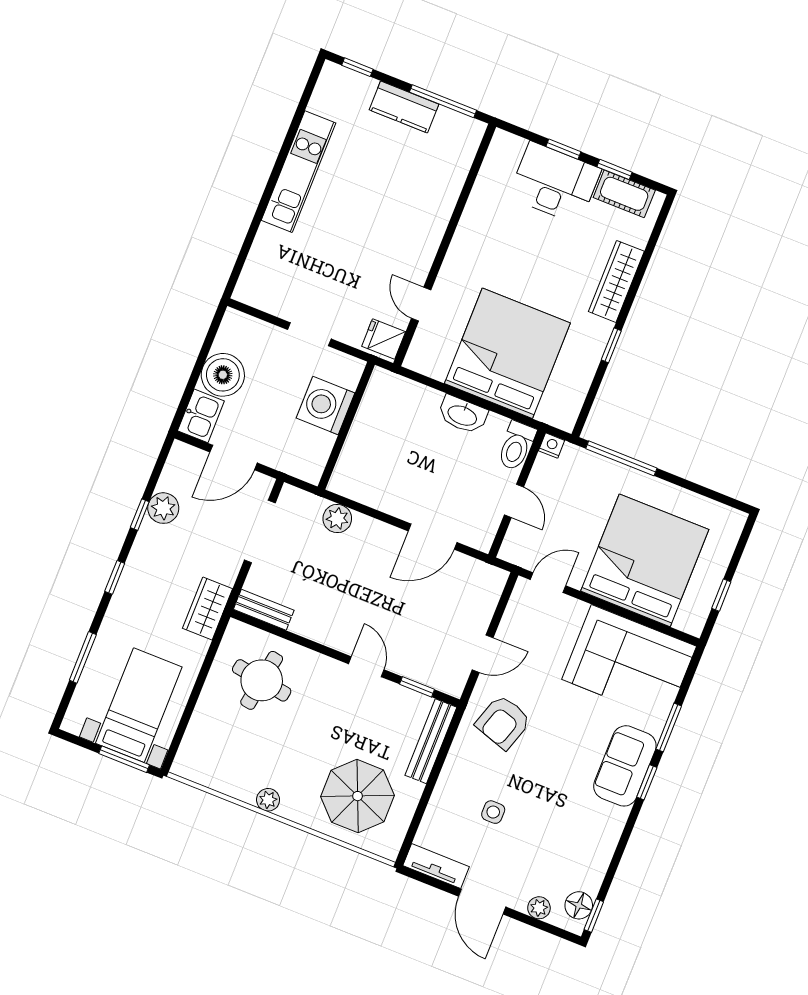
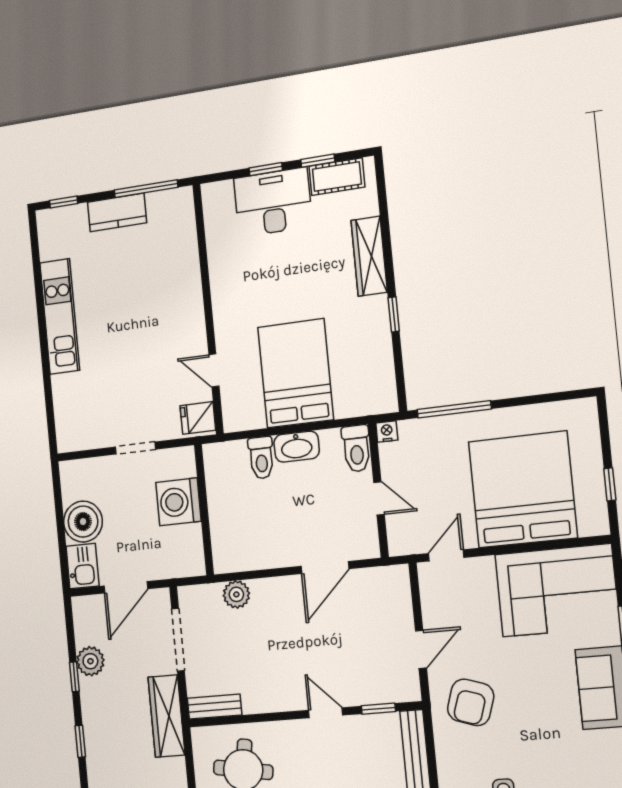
bed: (507, 353) -> (296, 373), width x0.73
toilet: (425, 407) -> (261, 458), added
wardrobe: (207, 608) -> (167, 716), width x1.50

